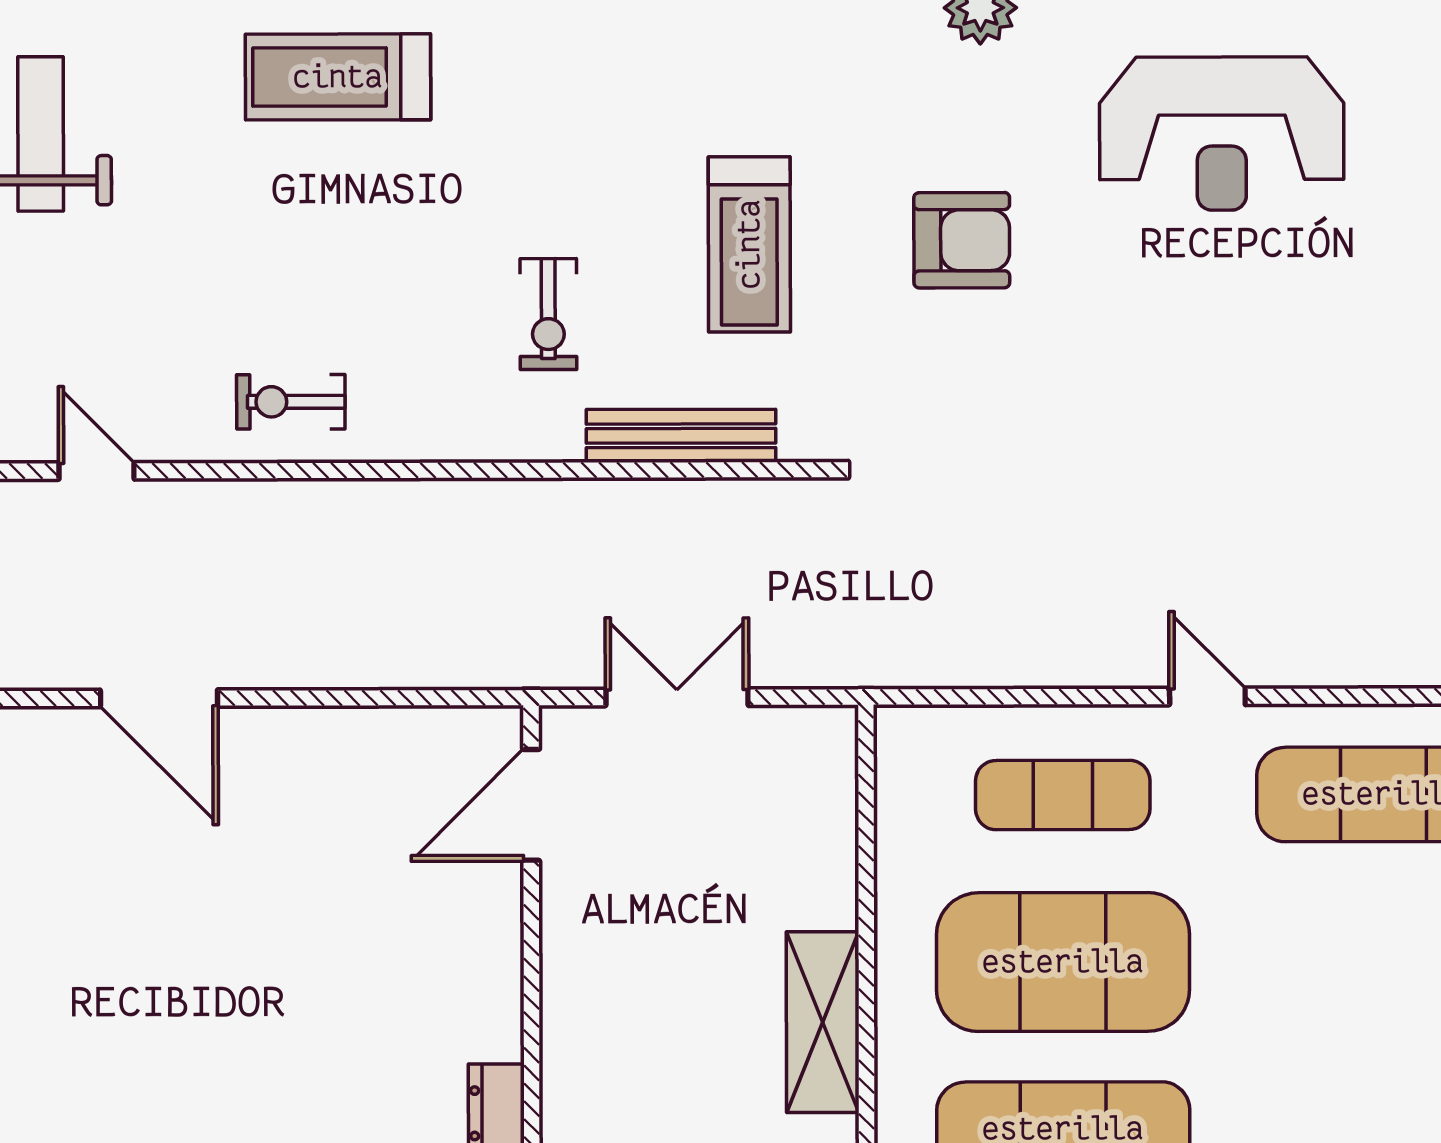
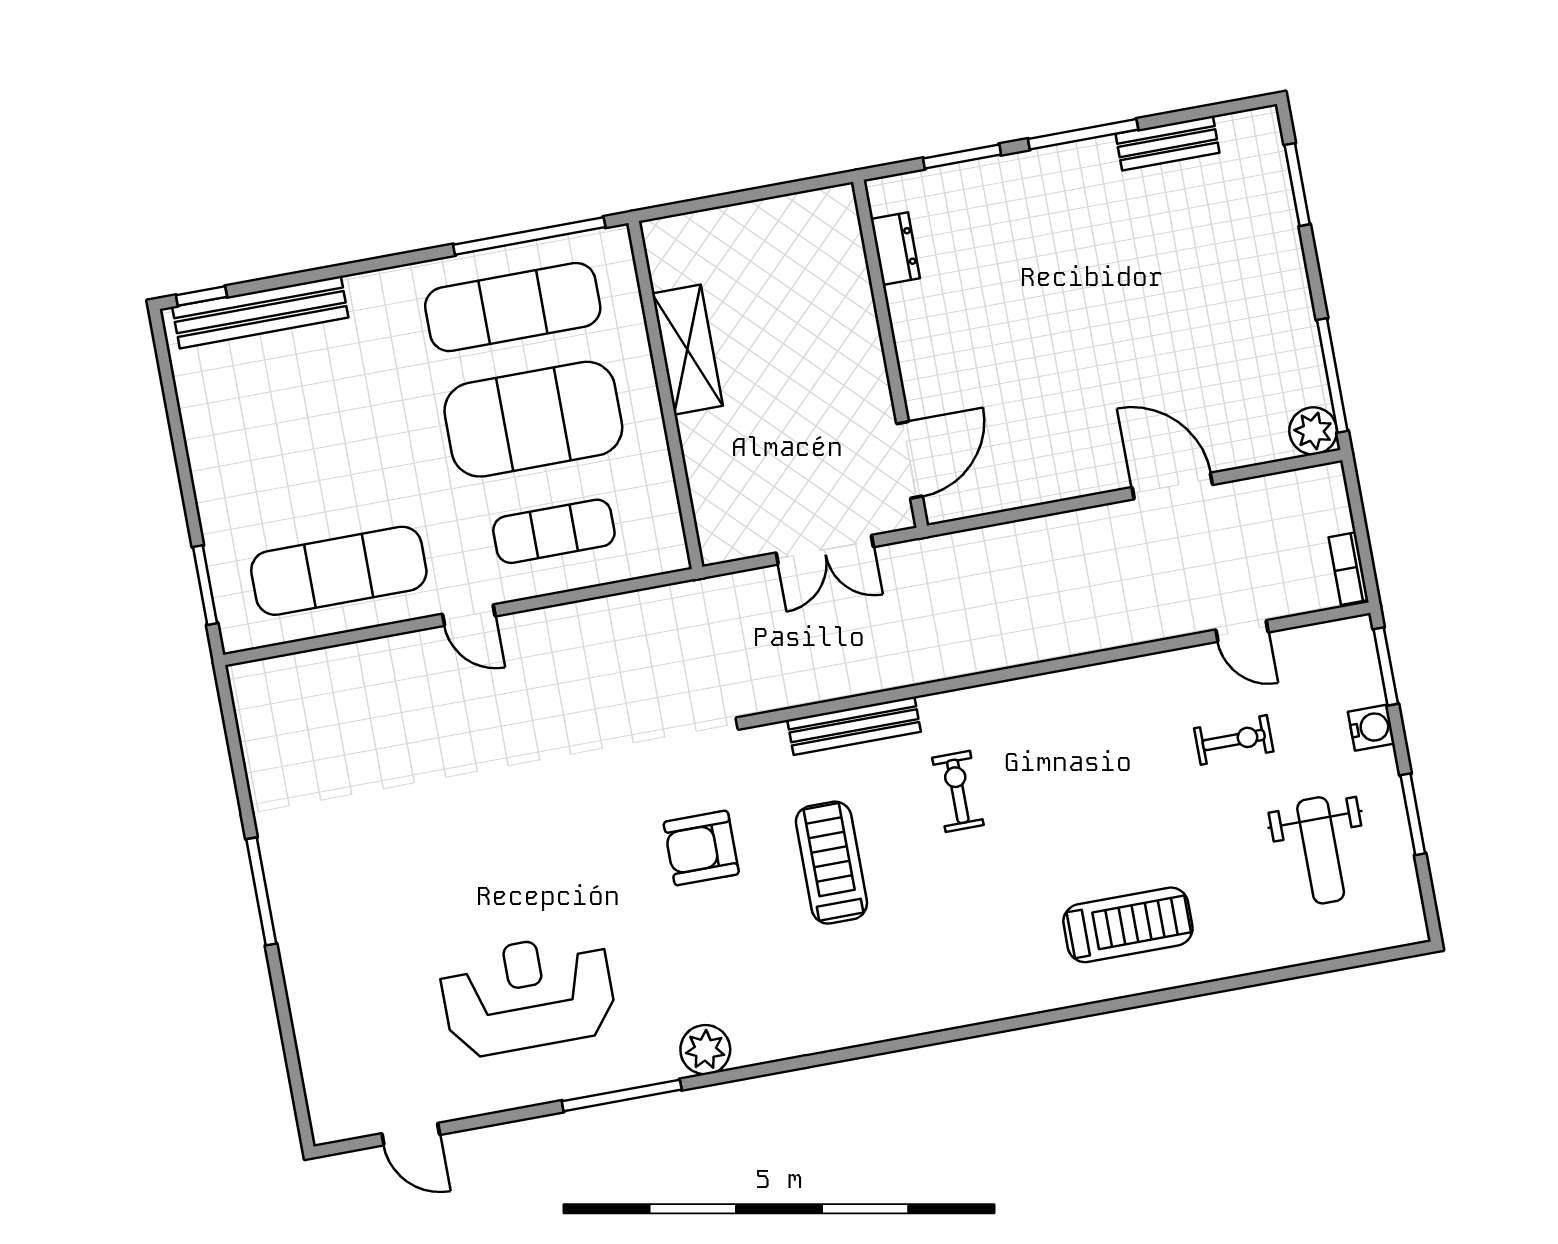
armchair: (962, 240) -> (701, 848), moved
exercise bike: (291, 402) -> (1234, 740), moved

